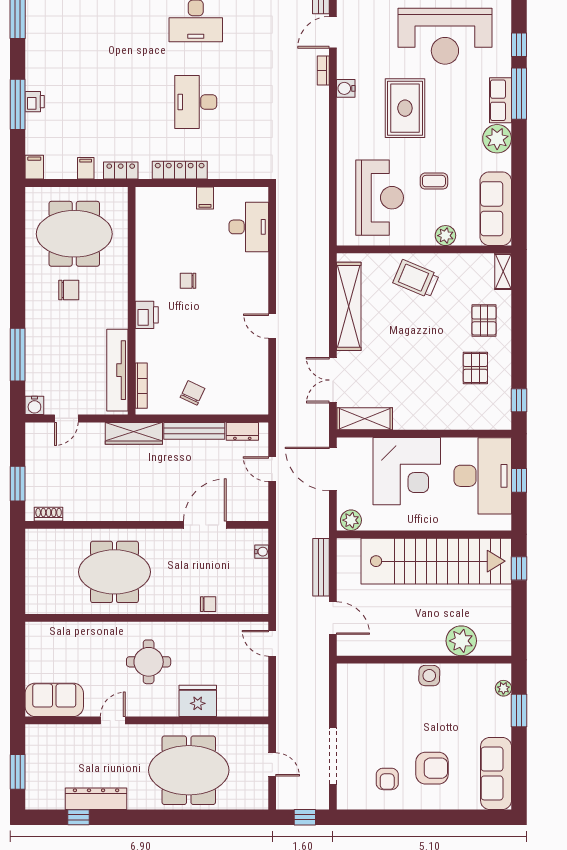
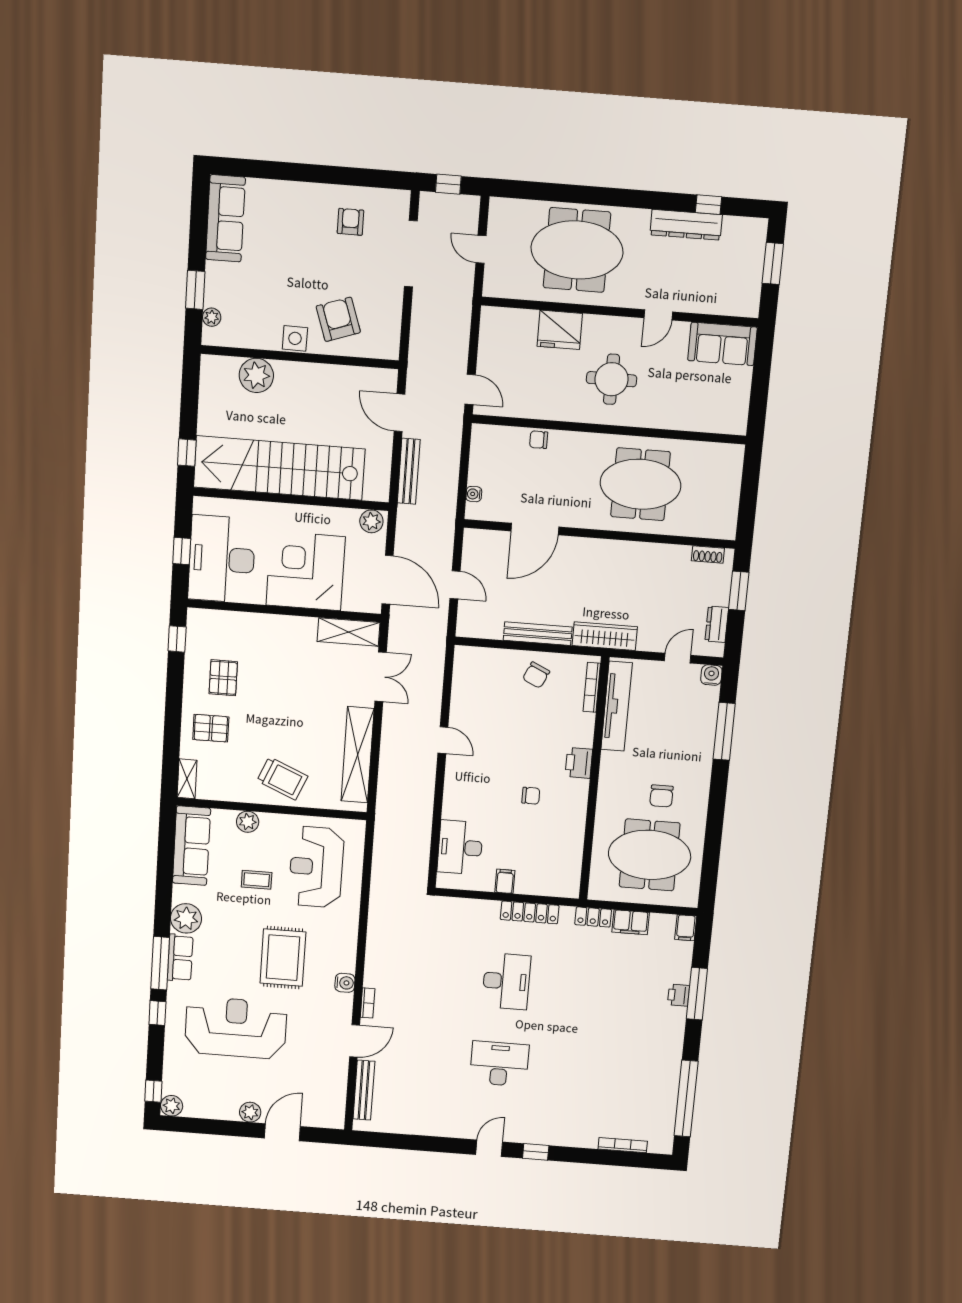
filing cabinet: (86, 168) -> (631, 922), width x2.00
chair: (69, 290) -> (661, 796), turned -90
pallet: (484, 320) -> (211, 728), turned 90
dresser: (242, 431) -> (717, 624), moved, turned -90
armchair: (432, 768) -> (338, 319), moved, turned 71

